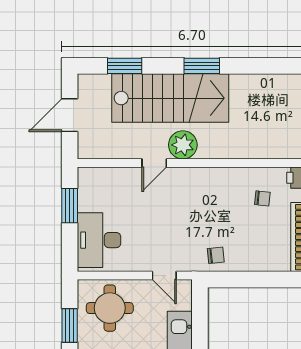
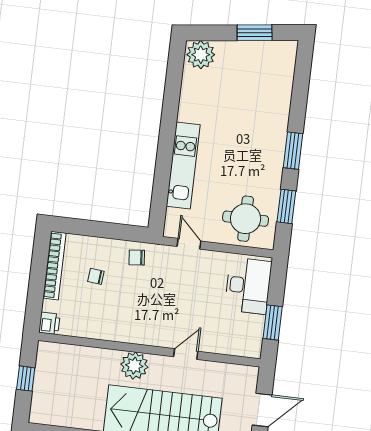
plant: (183, 145) -> (134, 366), moved
chair: (262, 198) -> (96, 276), moved

